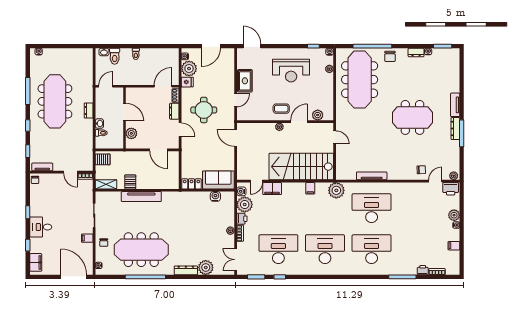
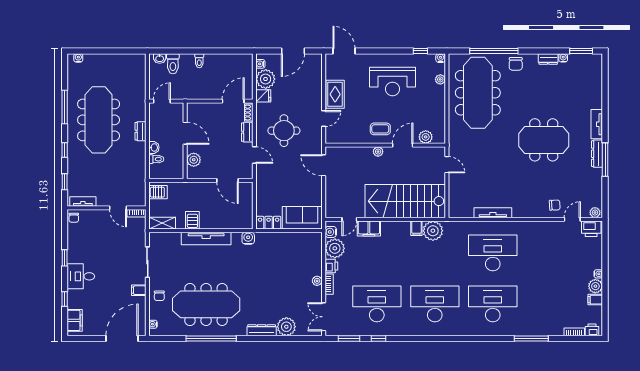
plant: (336, 190) -> (433, 231), moved
water cooler: (215, 196) -> (248, 238), moved
plant: (454, 215) -> (595, 286), moved
printer: (423, 270) -> (592, 330), moved
door: (74, 277) -> (122, 338), hinge flipped

